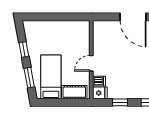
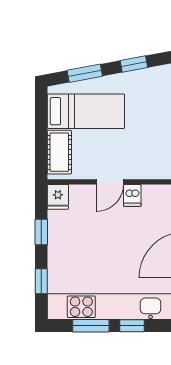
door: (91, 63) -> (110, 182), swing flipped
dishwasher: (99, 81) -> (132, 195), moved

